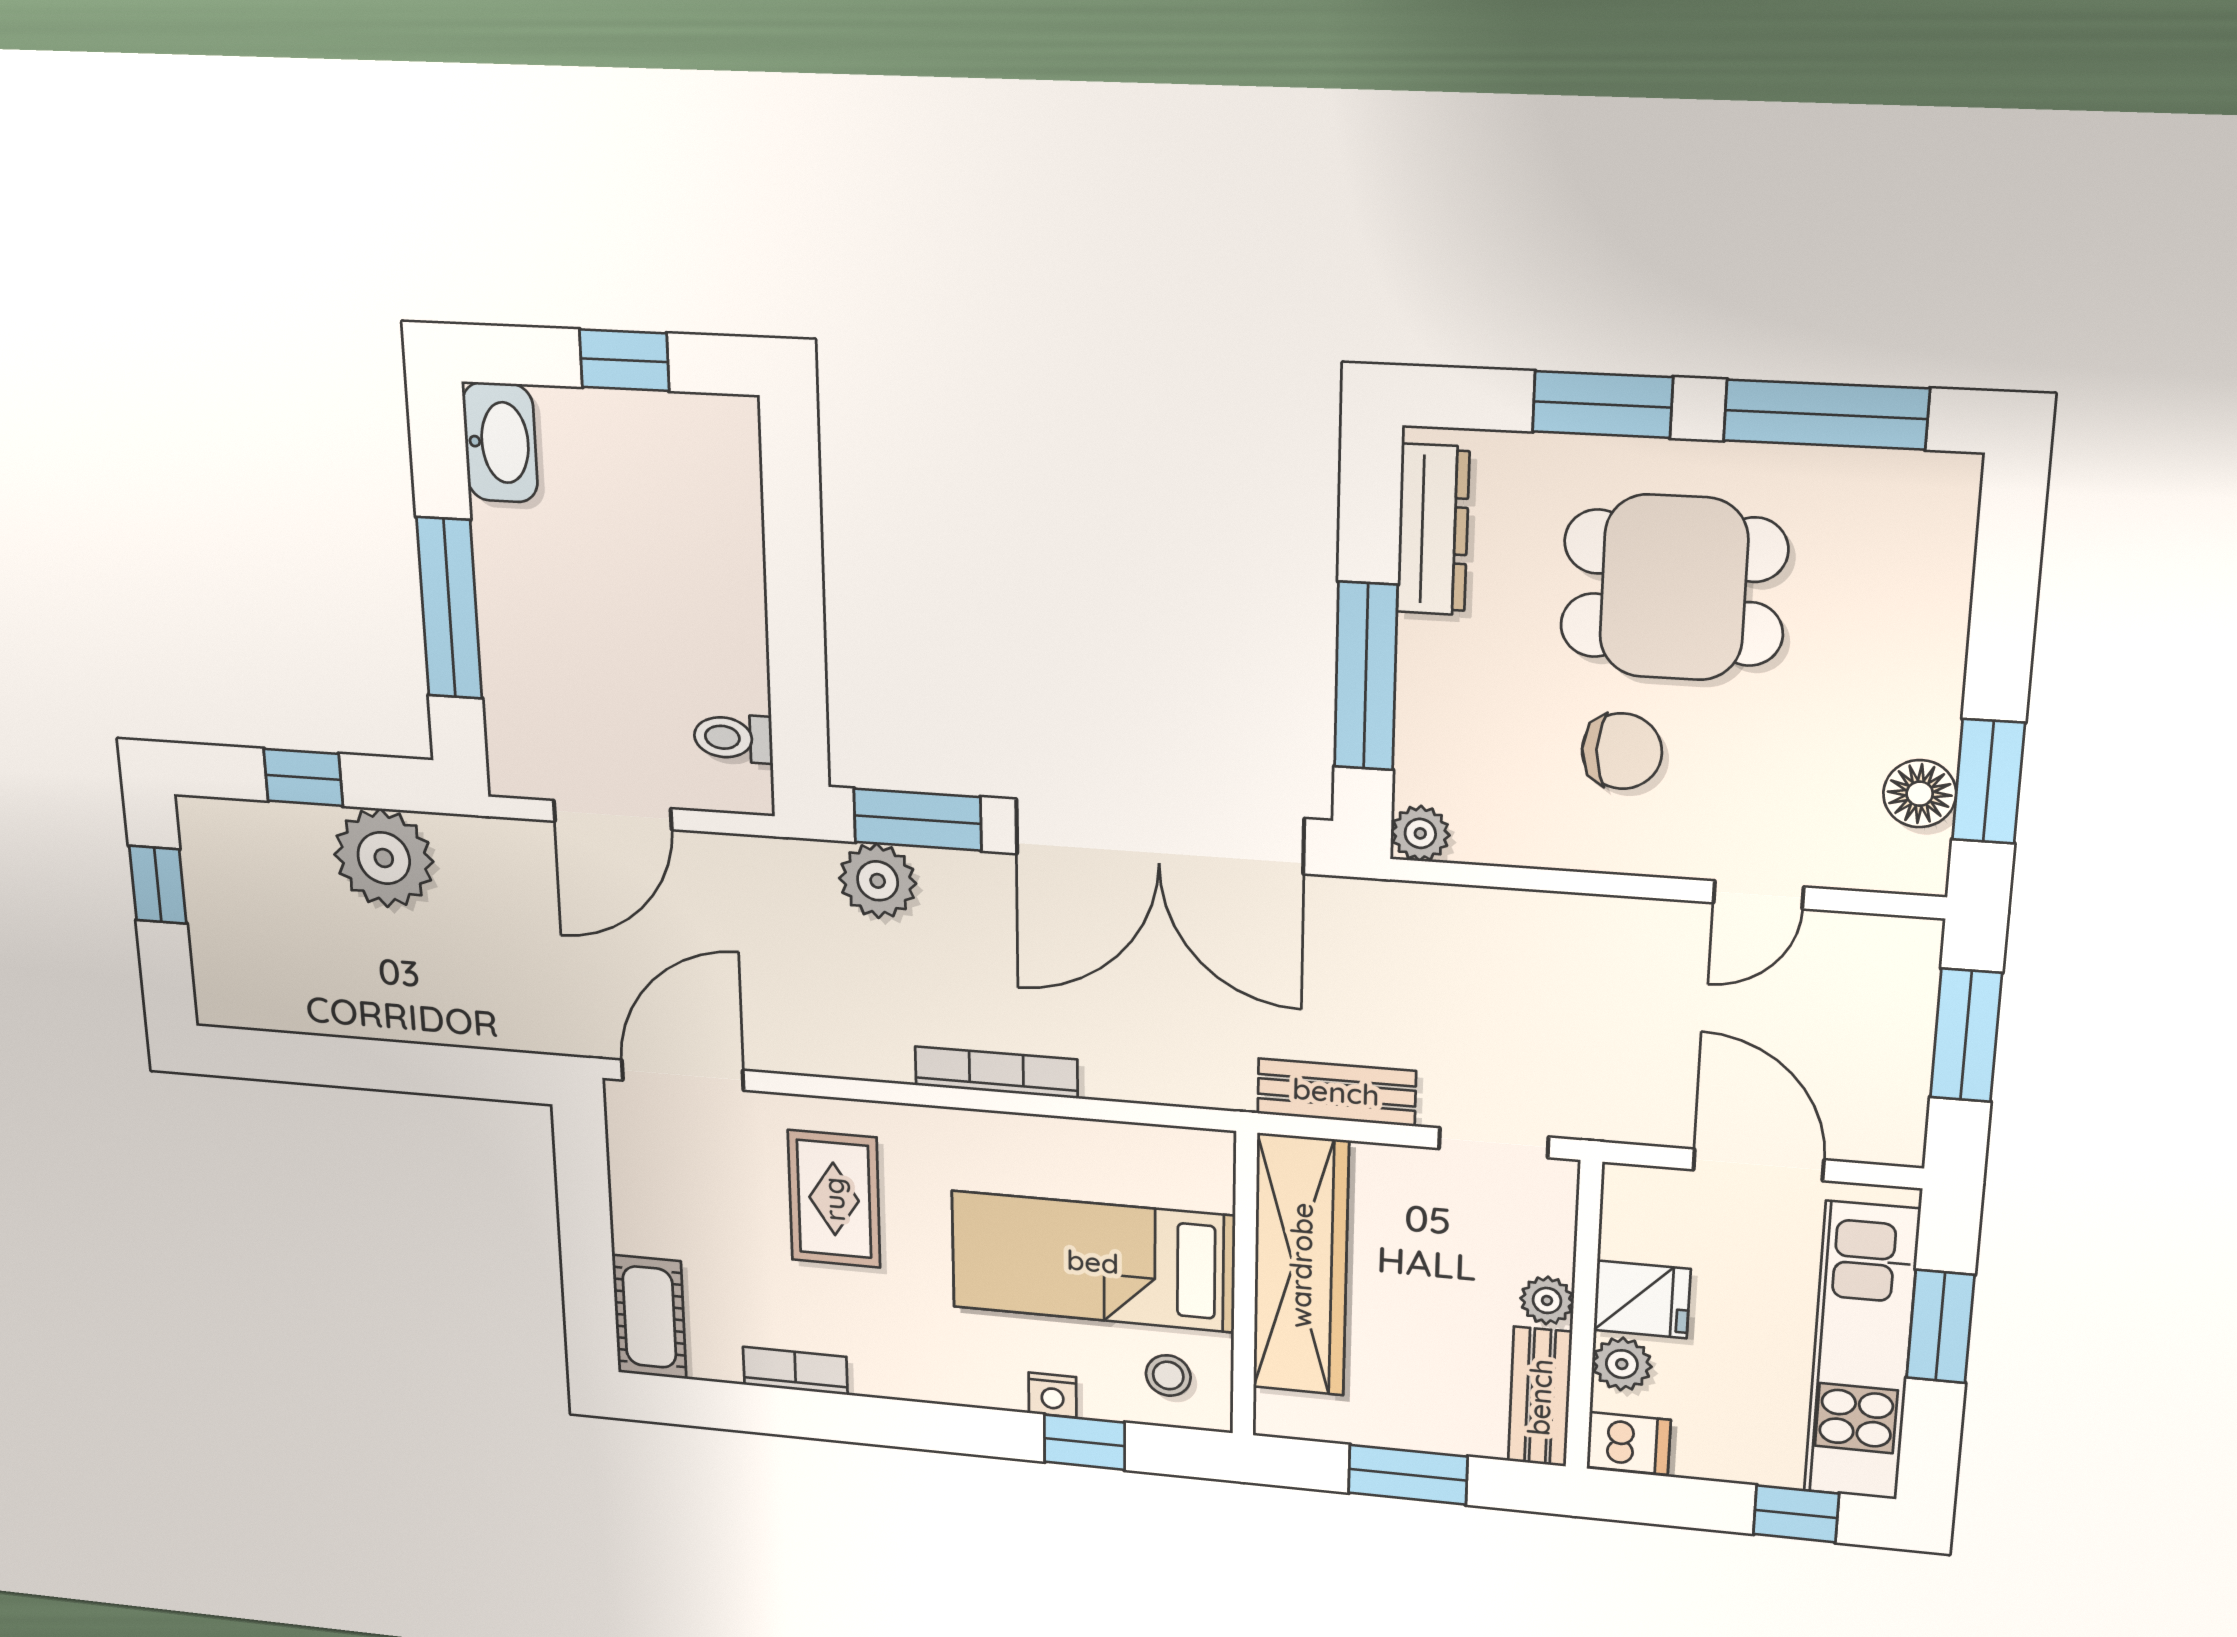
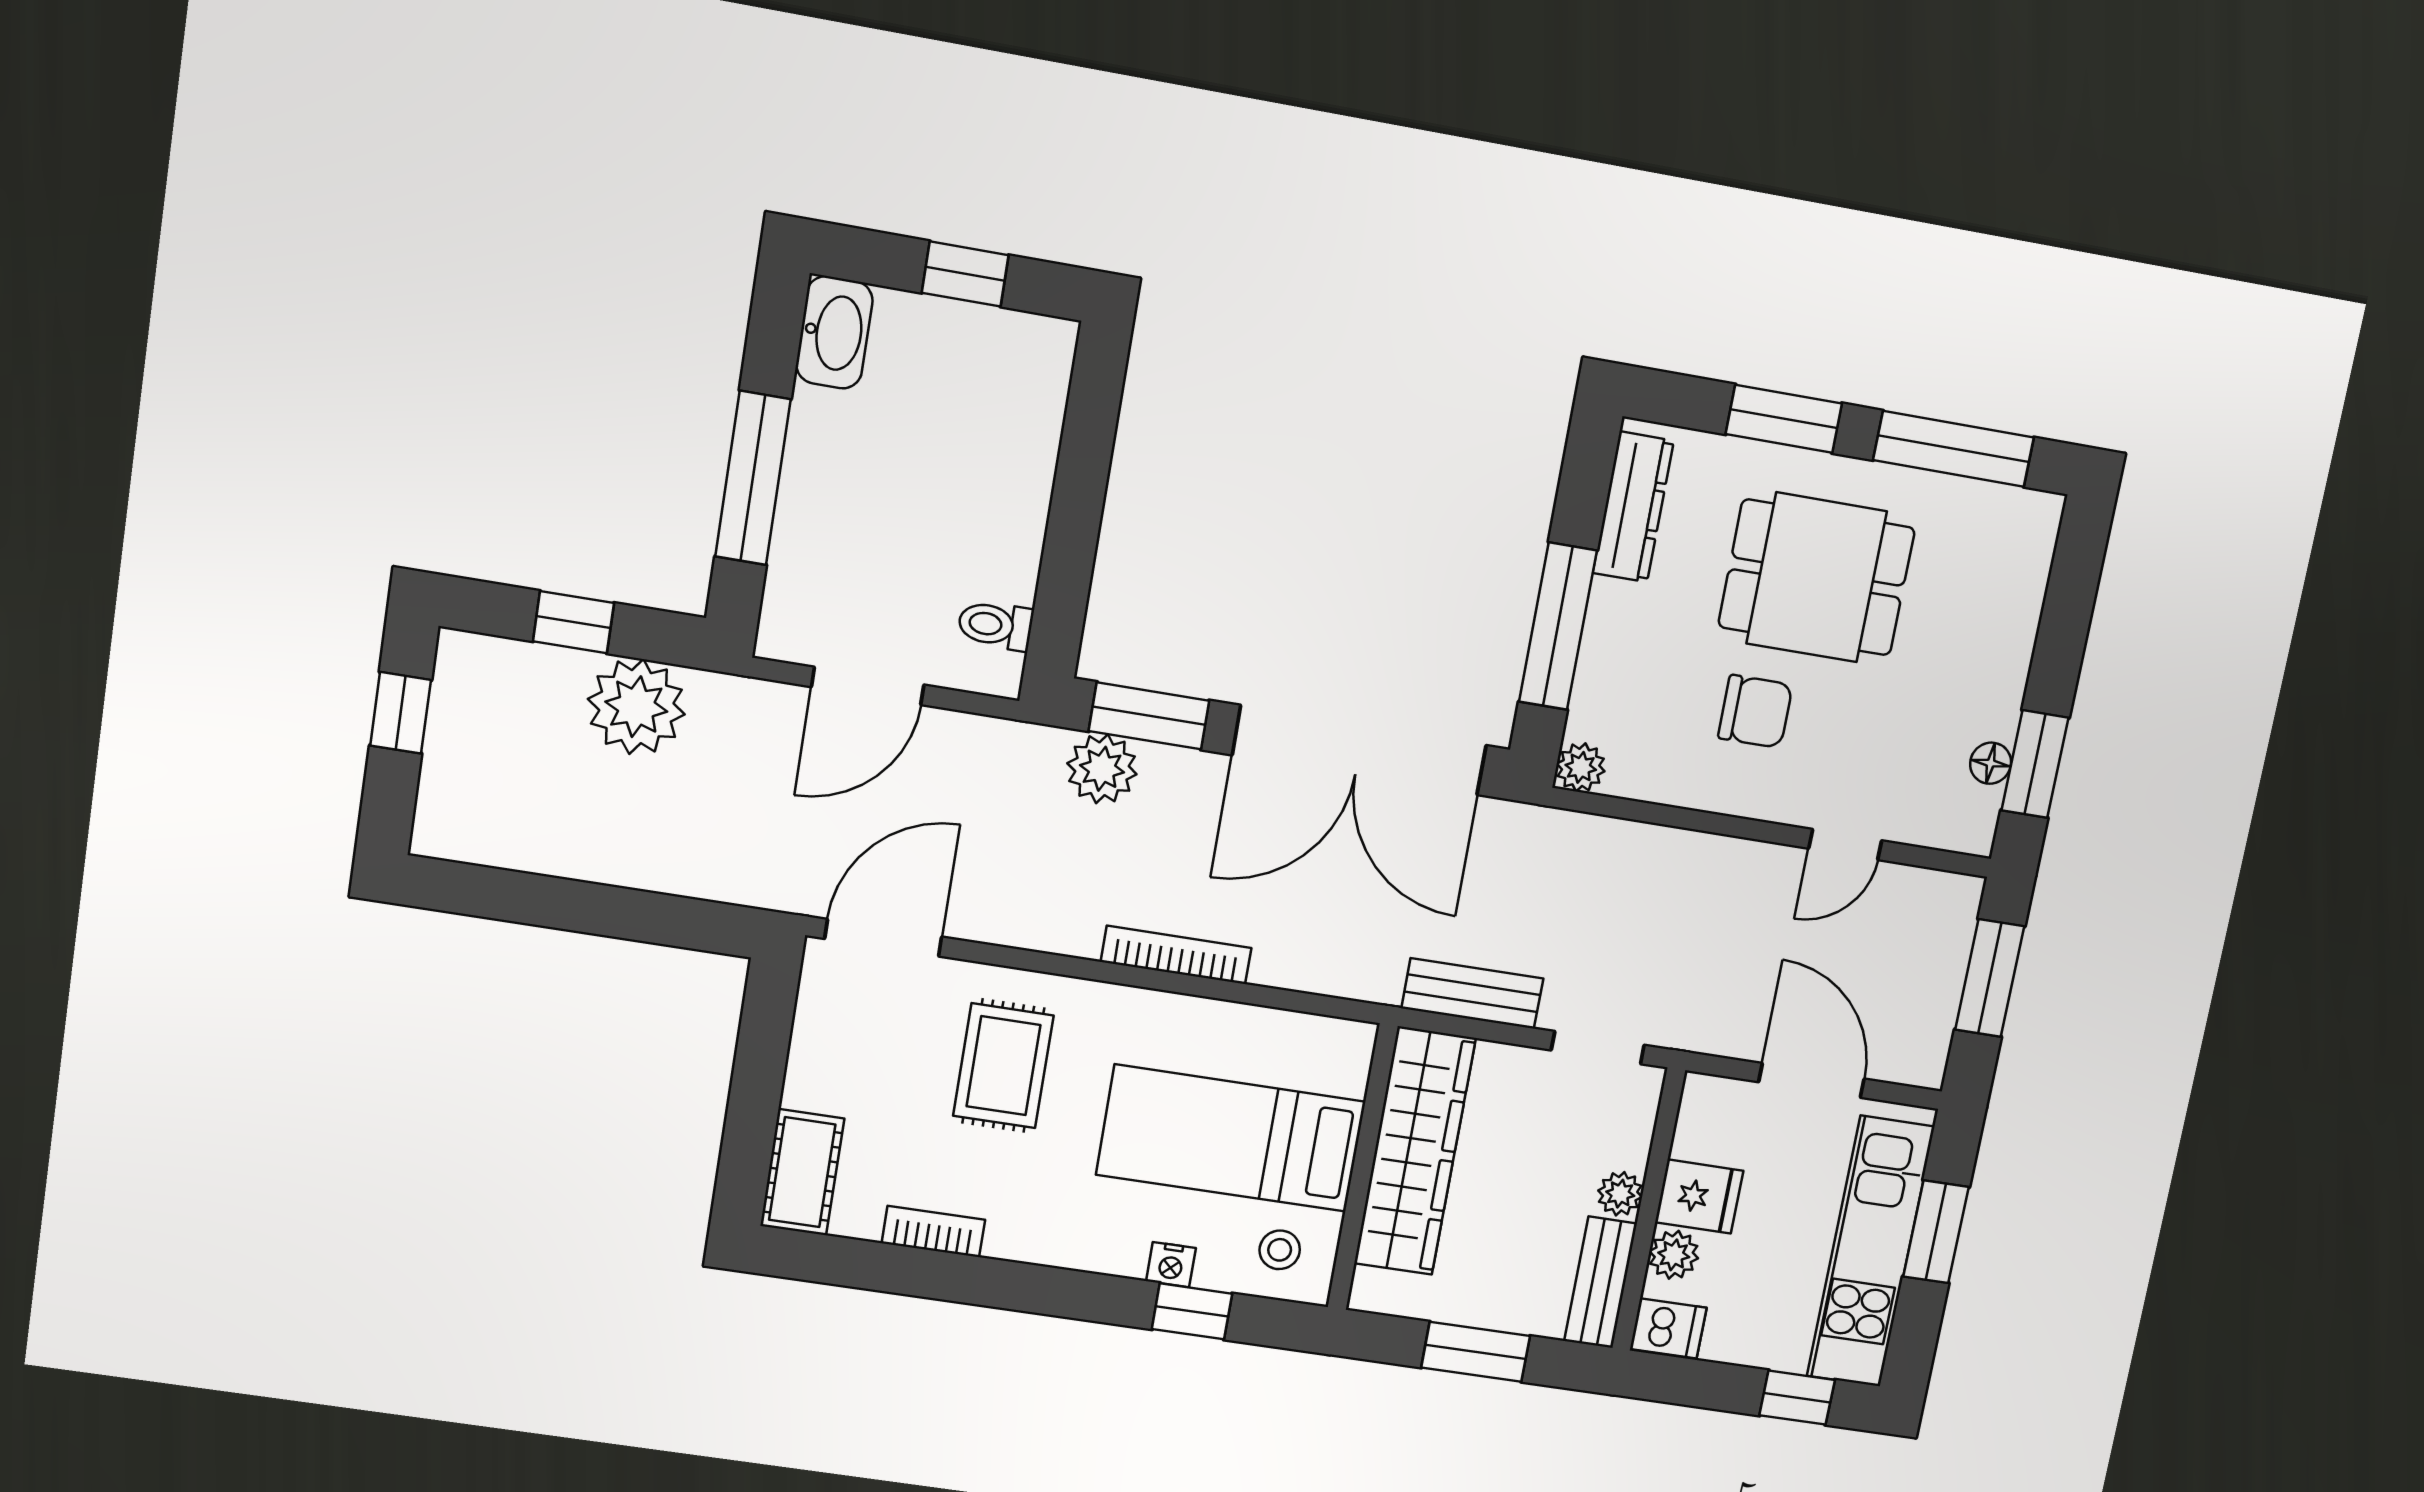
floor lamp: (1920, 794) -> (1991, 763), width x0.73, depth x0.73

